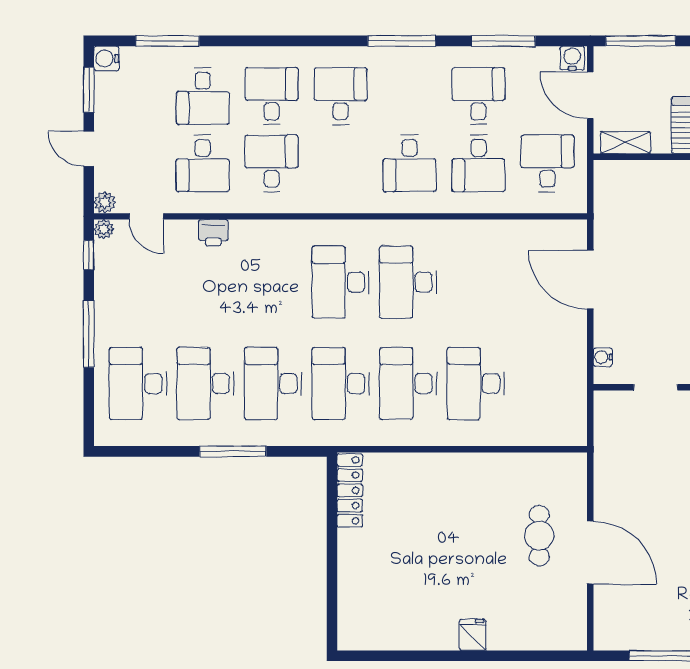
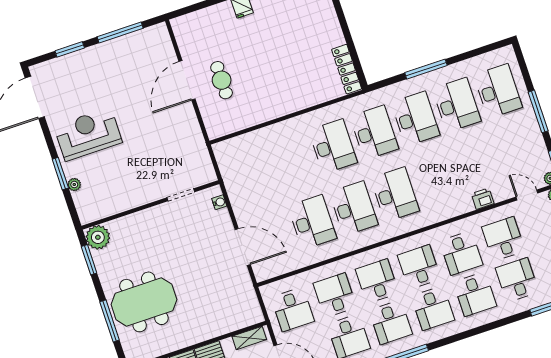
desk: (410, 96) -> (391, 322), added
desk: (341, 163) -> (419, 267), added
desk: (476, 384) -> (312, 222), moved
door: (590, 553) -> (187, 80), hinge flipped

